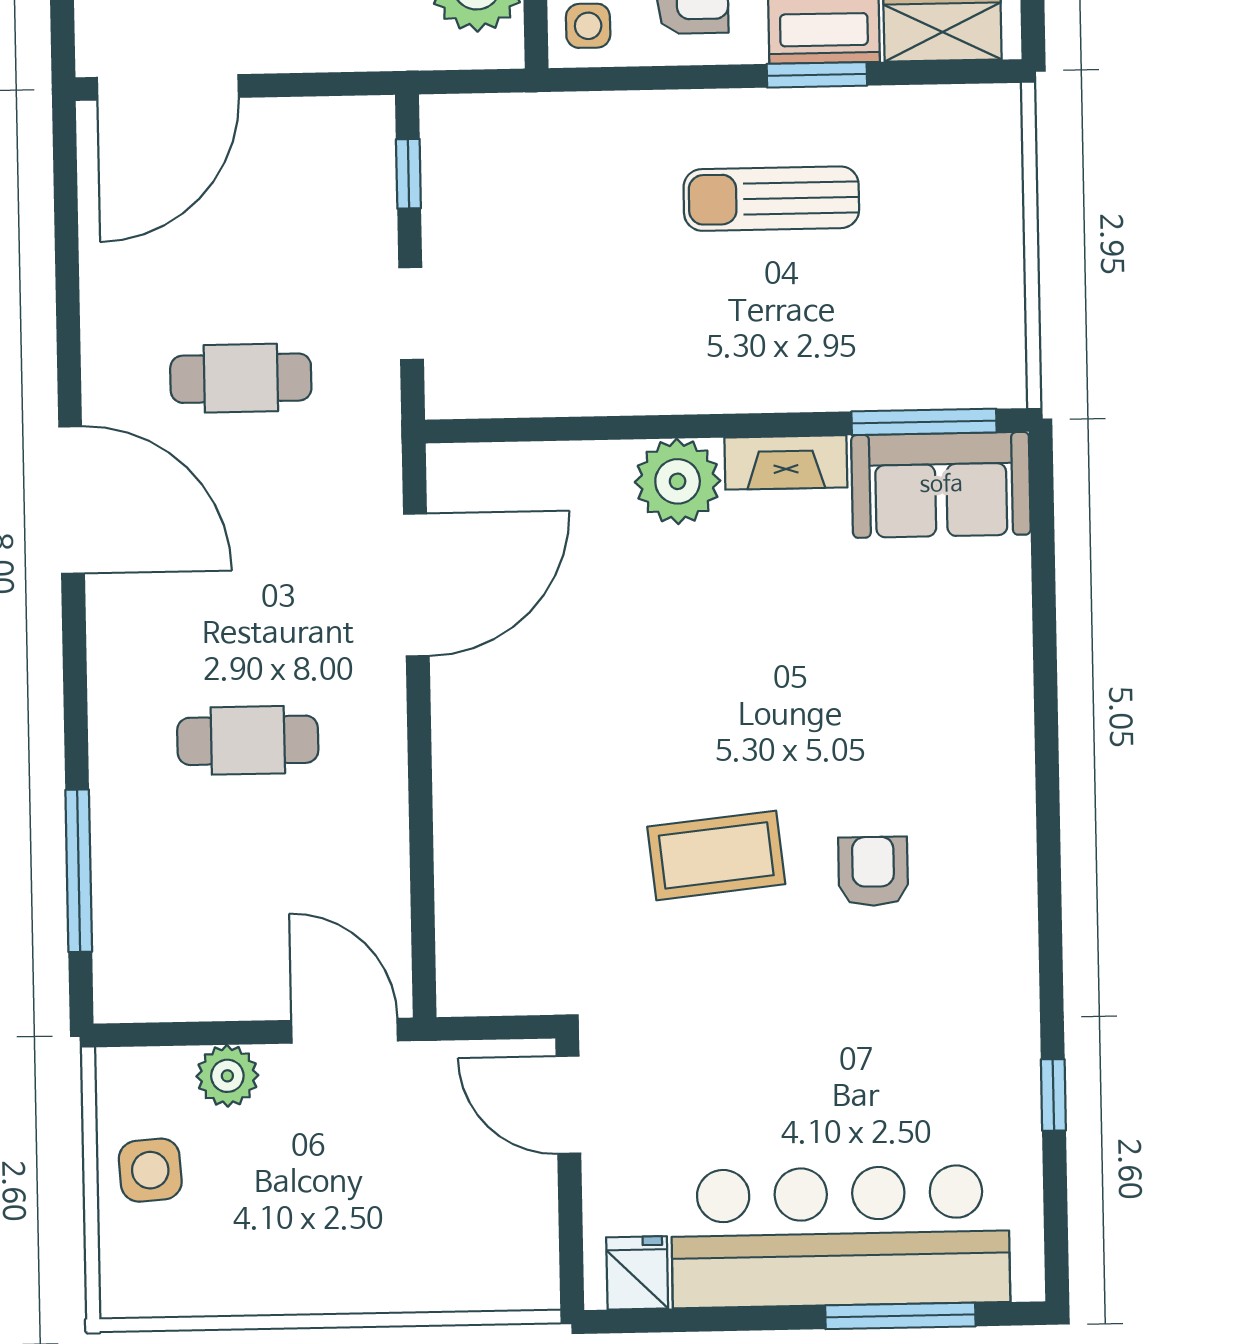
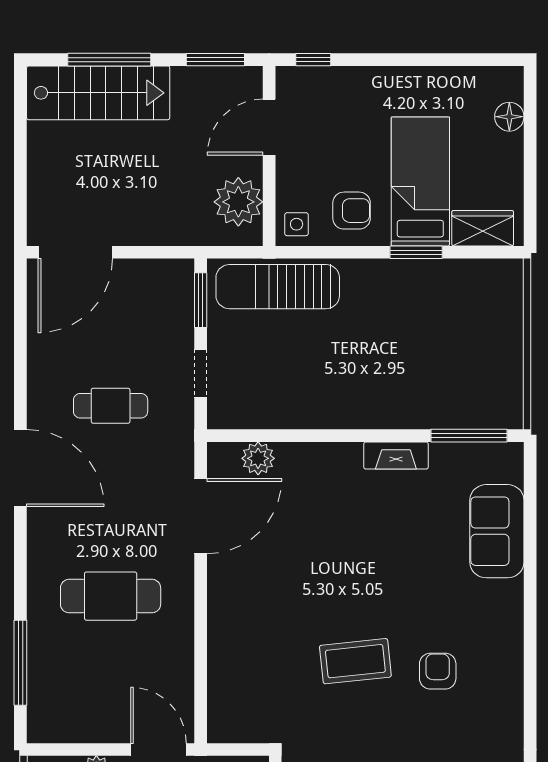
window: (408, 174) -> (201, 300), width x1.50
sun lounger: (771, 199) -> (278, 287), moved, width x1.36, depth x1.34
plant: (678, 481) -> (258, 458), moved, width x0.73, depth x0.73
sofa: (941, 485) -> (497, 531), moved, turned 90
cafe table: (248, 740) -> (111, 596), width x1.37, depth x1.35

